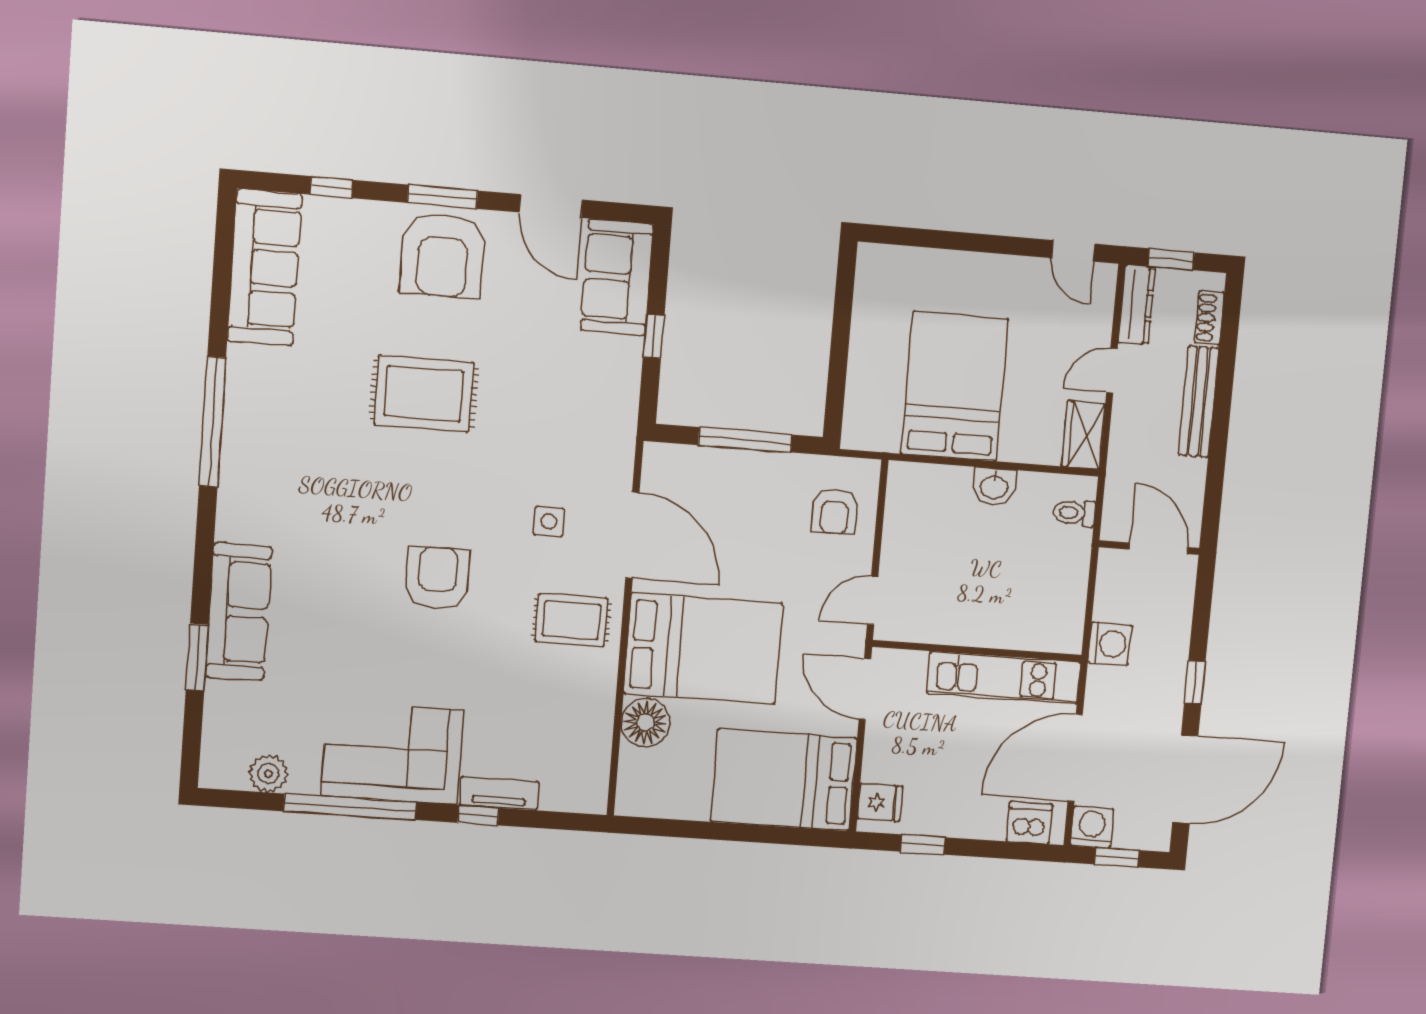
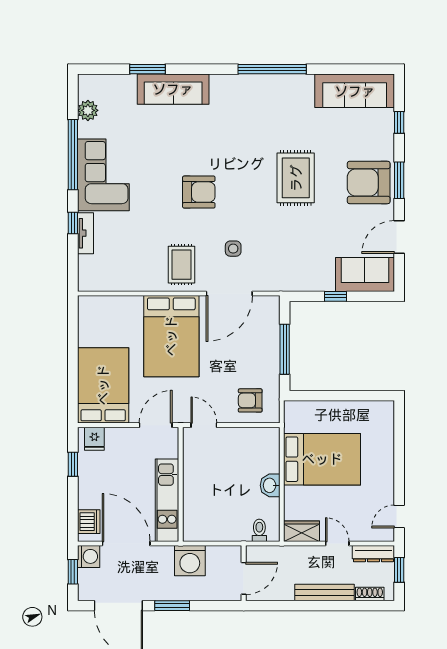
washing machine: (1110, 644) -> (190, 561), width x1.37, depth x1.37
window: (1195, 682) -> (172, 606), width x1.50
floor lamp: (646, 722) -> (129, 308), removed

